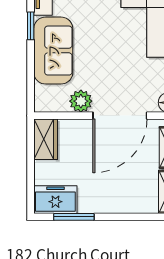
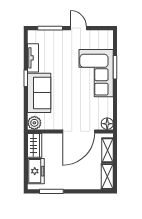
plant: (81, 101) -> (34, 123), moved
freezer: (55, 200) -> (36, 171), moved, turned 90

